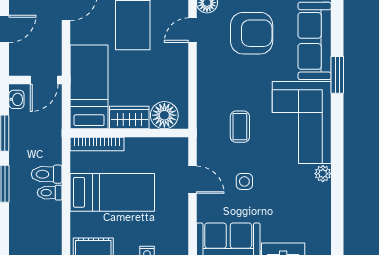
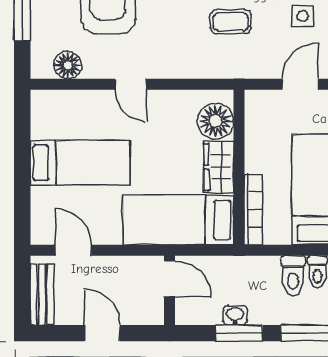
door: (192, 30) -> (131, 84), moved
washbasin: (16, 99) -> (235, 315), moved

